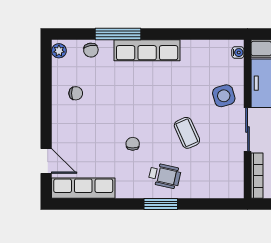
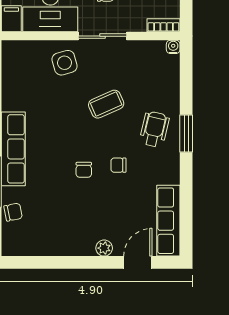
plant: (59, 51) -> (104, 248), moved
water cooler: (238, 53) -> (173, 47), moved
chair: (76, 93) -> (84, 170), moved, turned 180
bookcase: (257, 176) -> (163, 25), width x0.64

